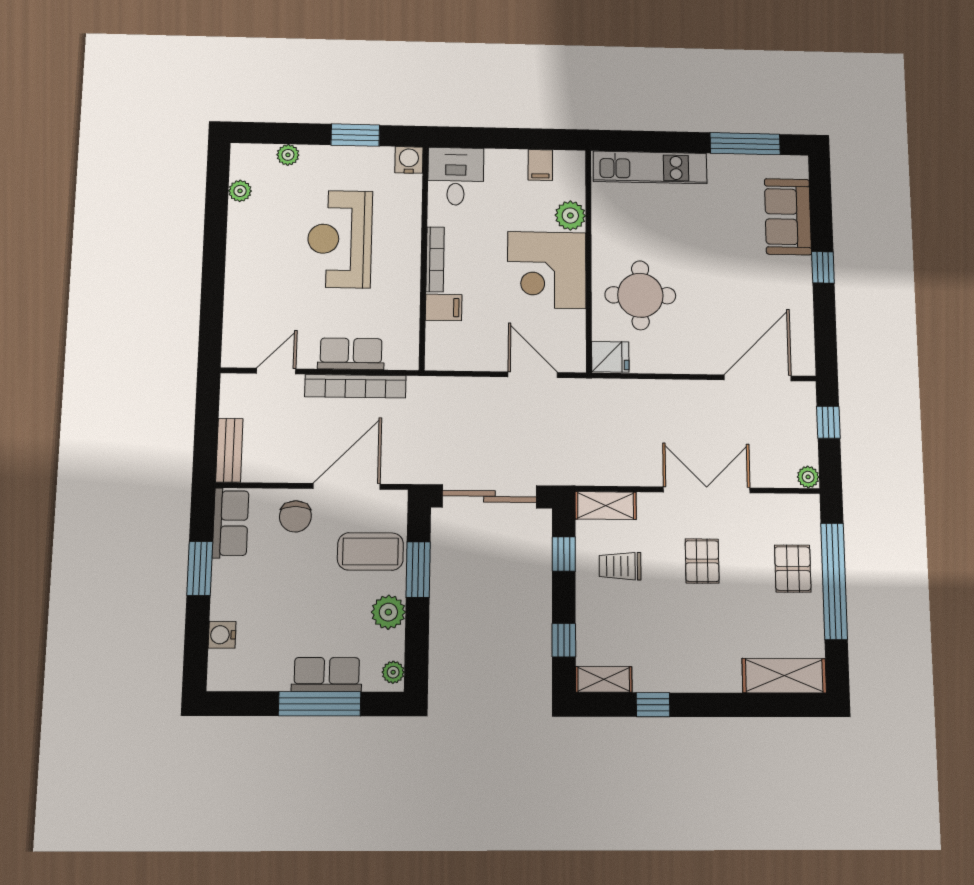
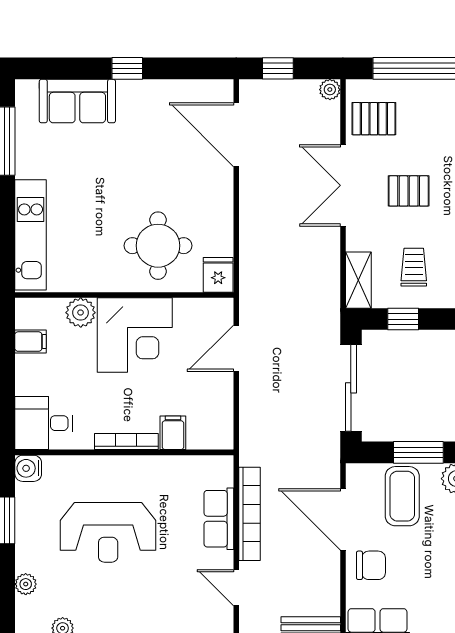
trolley: (620, 566) -> (414, 267), turned 180
pallet: (793, 569) -> (374, 119), moved

